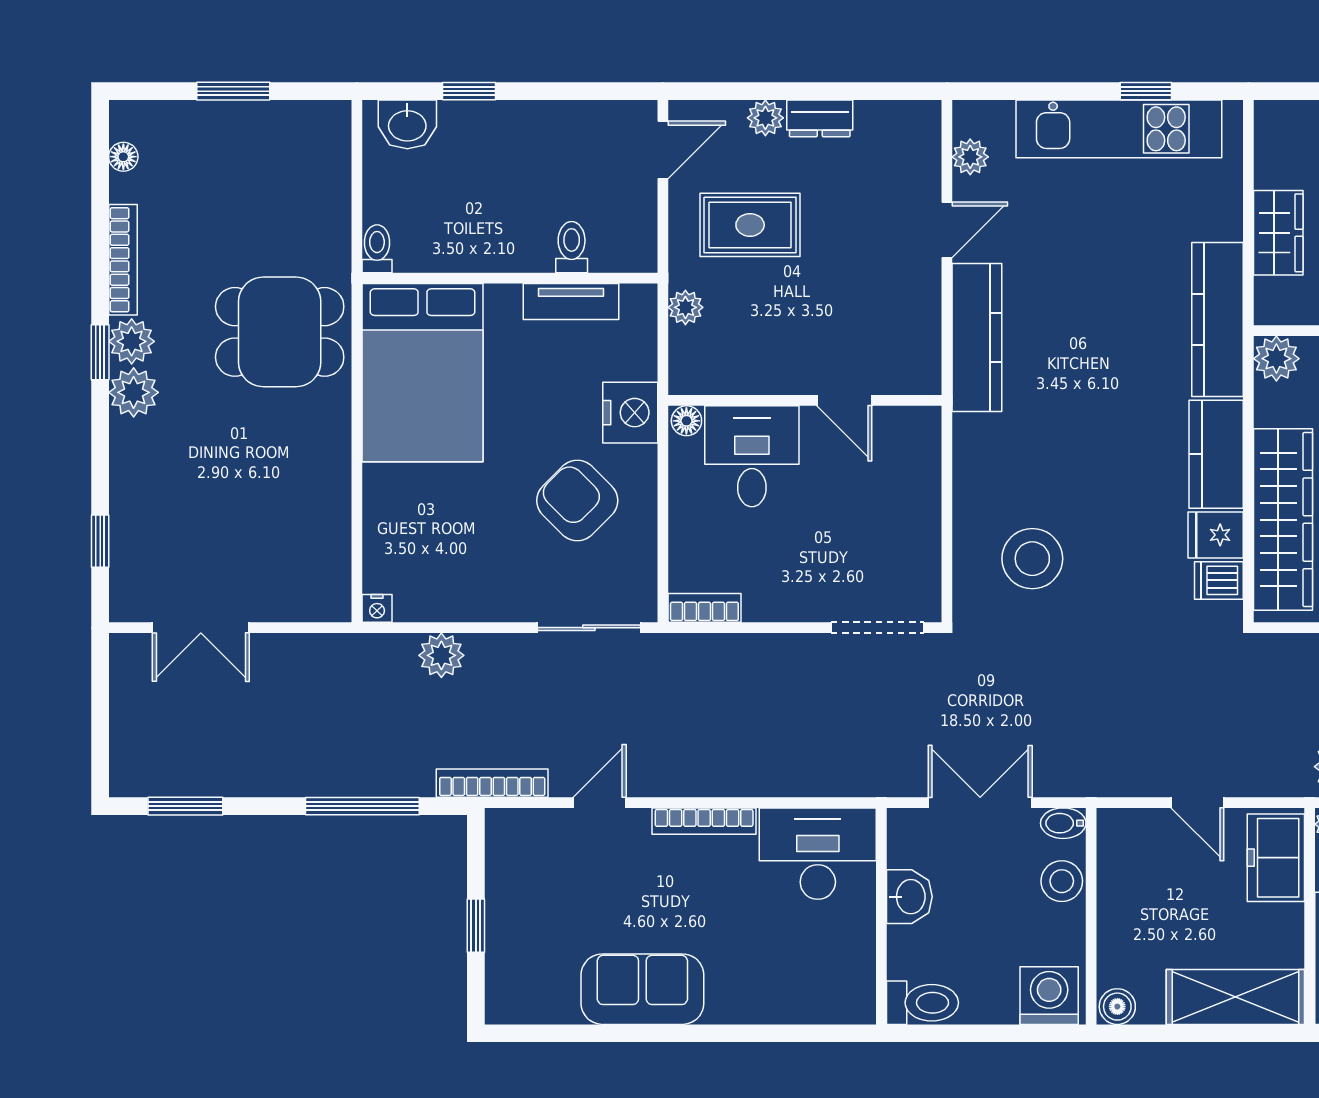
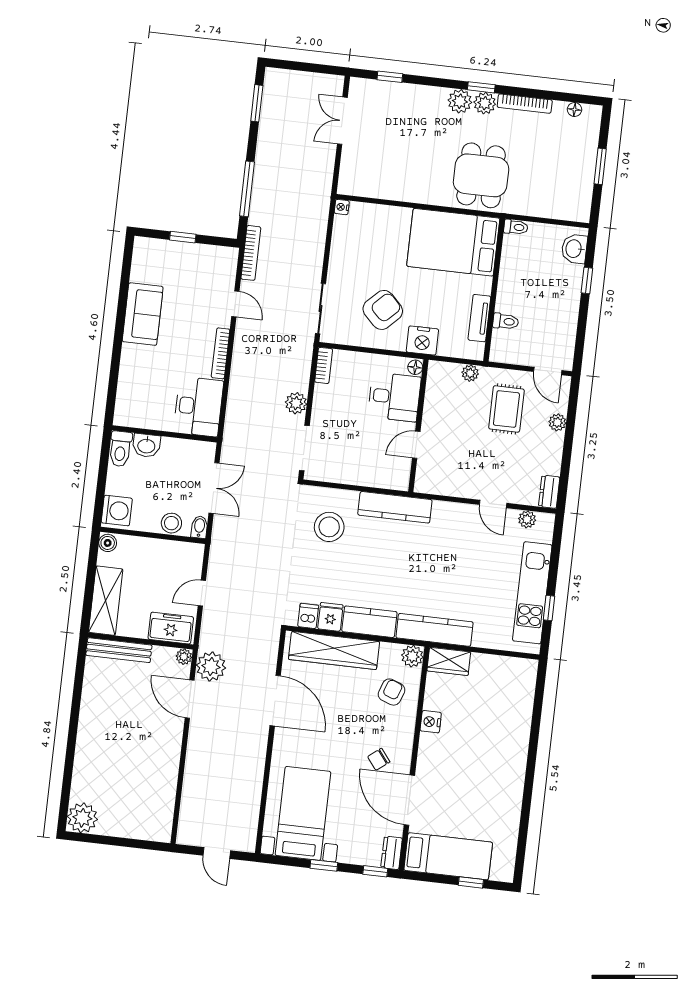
dresser: (820, 118) -> (549, 492), moved
wardrobe: (1278, 233) -> (449, 661), moved
kitchen counter: (977, 338) -> (395, 507), moved
plant: (441, 655) -> (296, 403), moved
washbasin: (909, 897) -> (146, 445), moved

